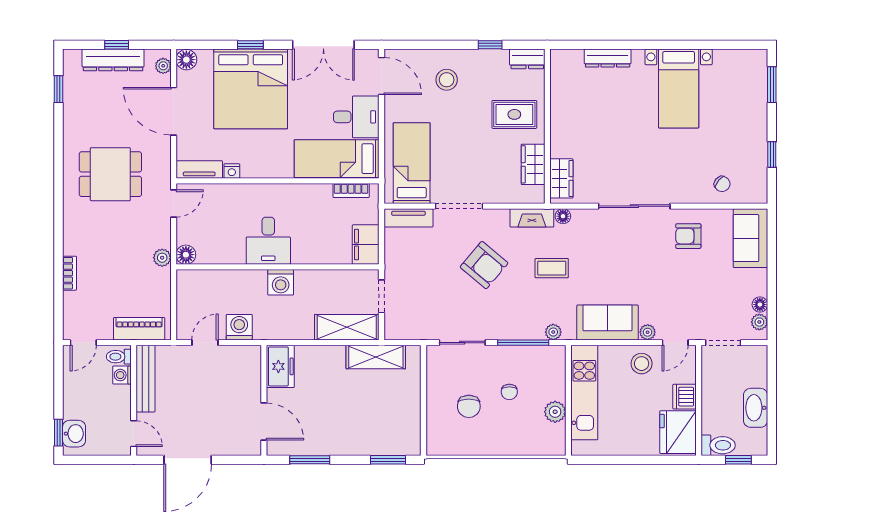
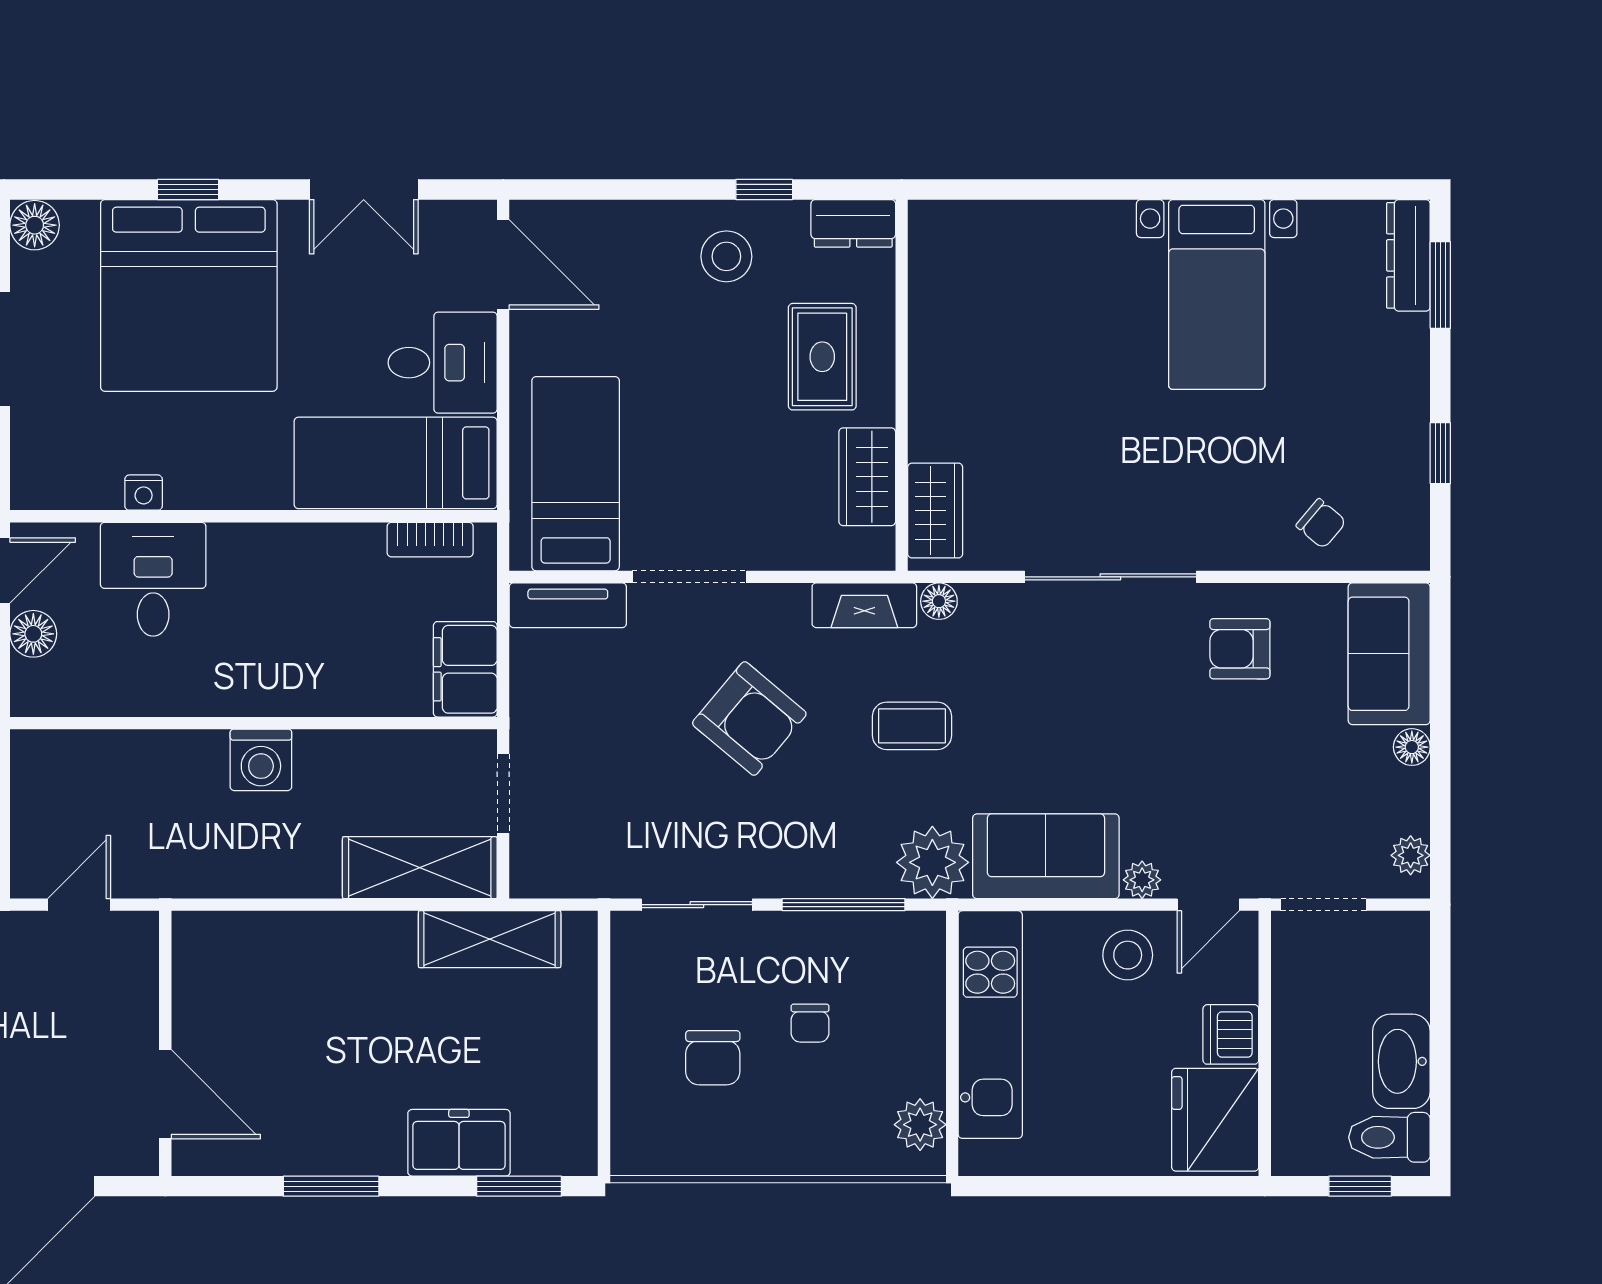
double door: (323, 45) -> (364, 189), width x0.73
dresser: (608, 58) -> (1408, 255), moved, turned 90
stool: (447, 80) -> (726, 256), moved
rug: (514, 114) -> (822, 357), turned 90
tv unit: (199, 170) -> (65, 489), removed
desk: (268, 241) -> (153, 579), moved, turned 180
floor lamp: (186, 255) -> (33, 634), moved
floor lamp: (760, 305) -> (1412, 747), moved
washing machine: (239, 327) -> (161, 868), removed
plant: (553, 332) -> (932, 862), width x1.87, depth x1.87
freezer: (280, 366) -> (459, 1143), moved, turned -90
wall: (264, 400) -> (165, 1043), moved
plant: (555, 412) -> (920, 1125), moved
door: (264, 422) -> (165, 1094), moved
toilet: (718, 445) -> (1389, 1137), moved, turned 180

